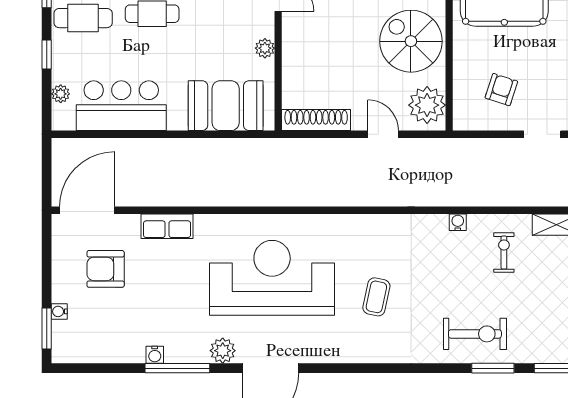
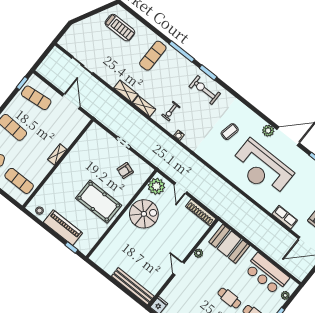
spiral stairs: (411, 41) -> (144, 214), turned -90
plant: (223, 351) -> (268, 131), moved

